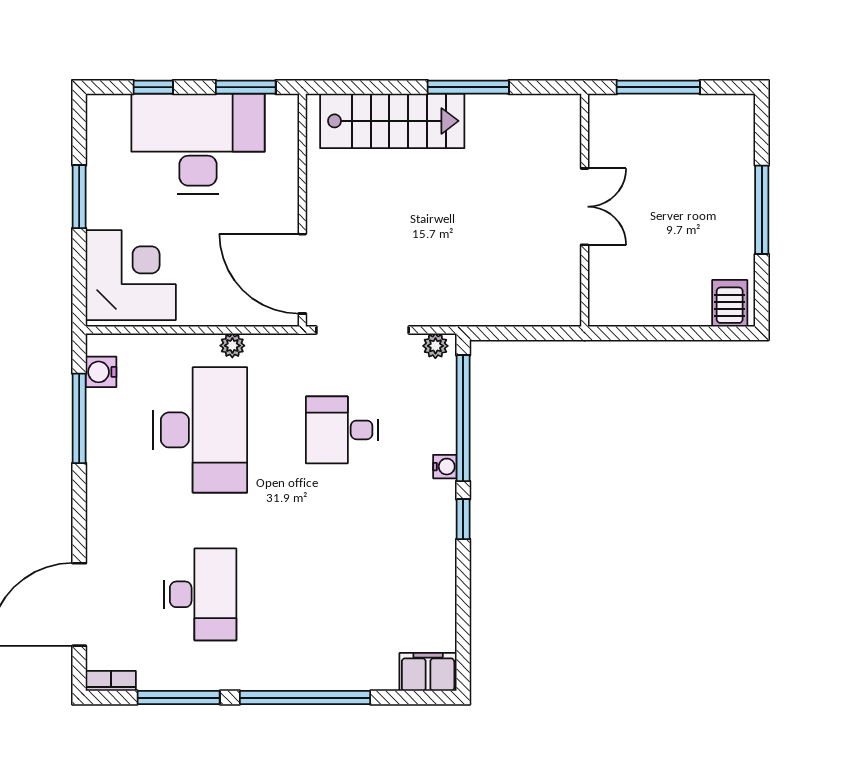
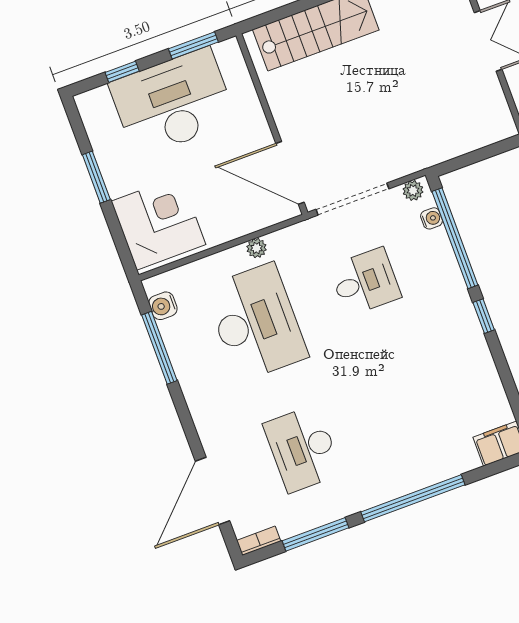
desk: (342, 430) -> (365, 282), turned 180
water cooler: (445, 467) -> (432, 218), moved
desk: (200, 594) -> (303, 449), turned 180

